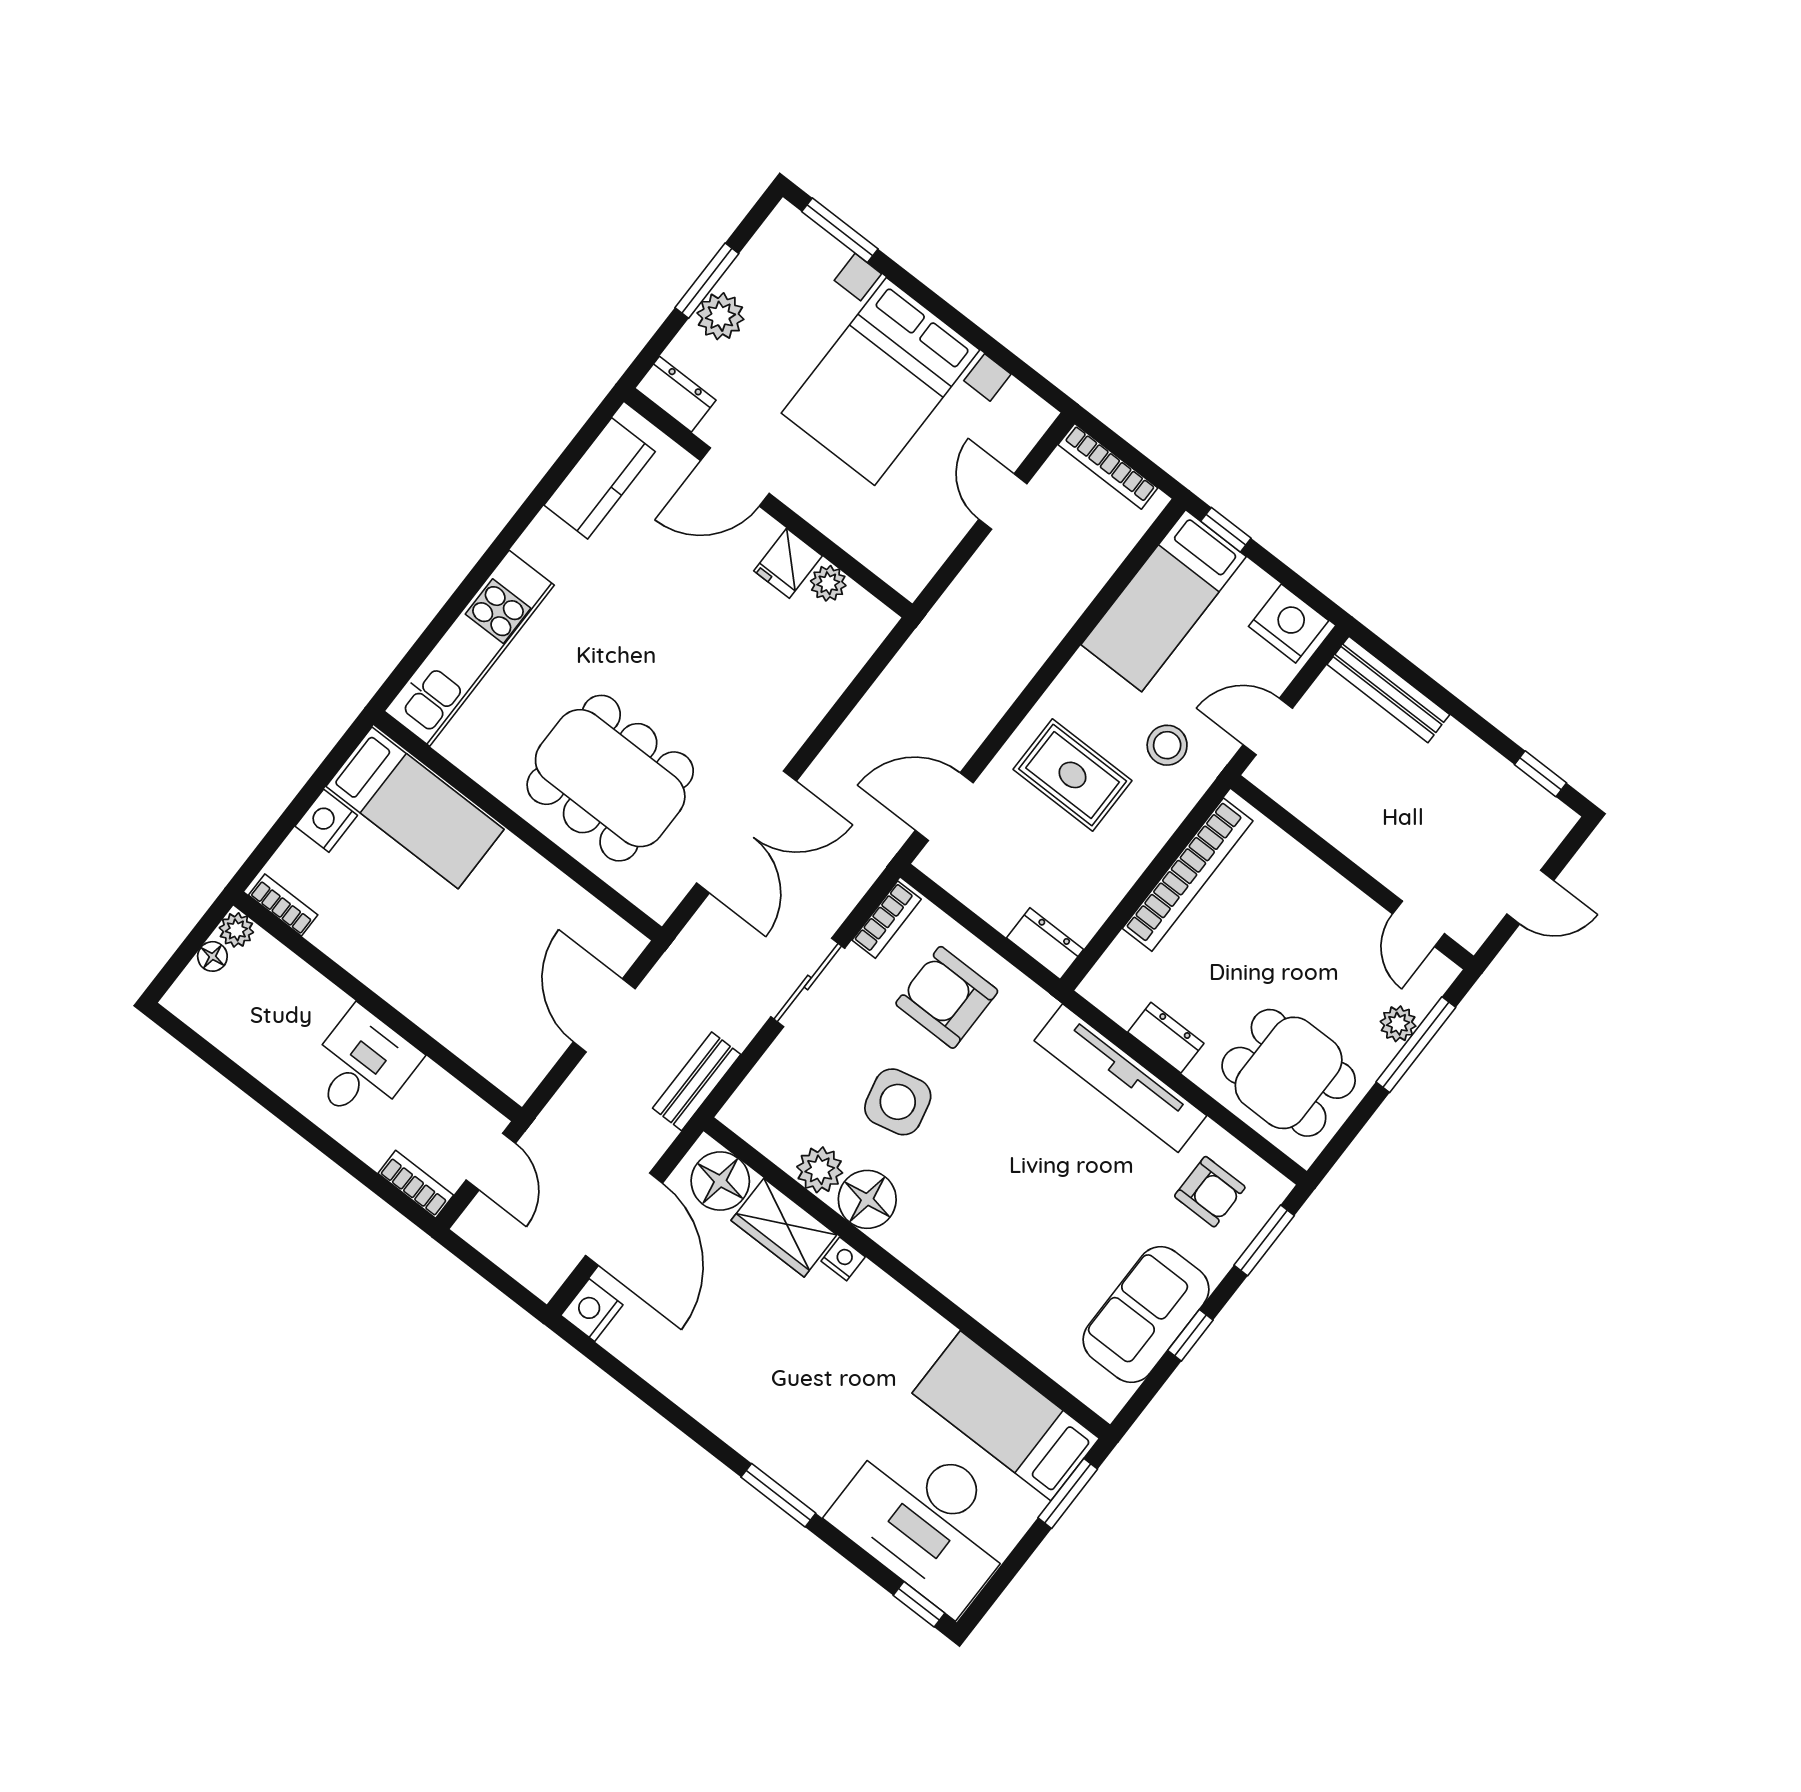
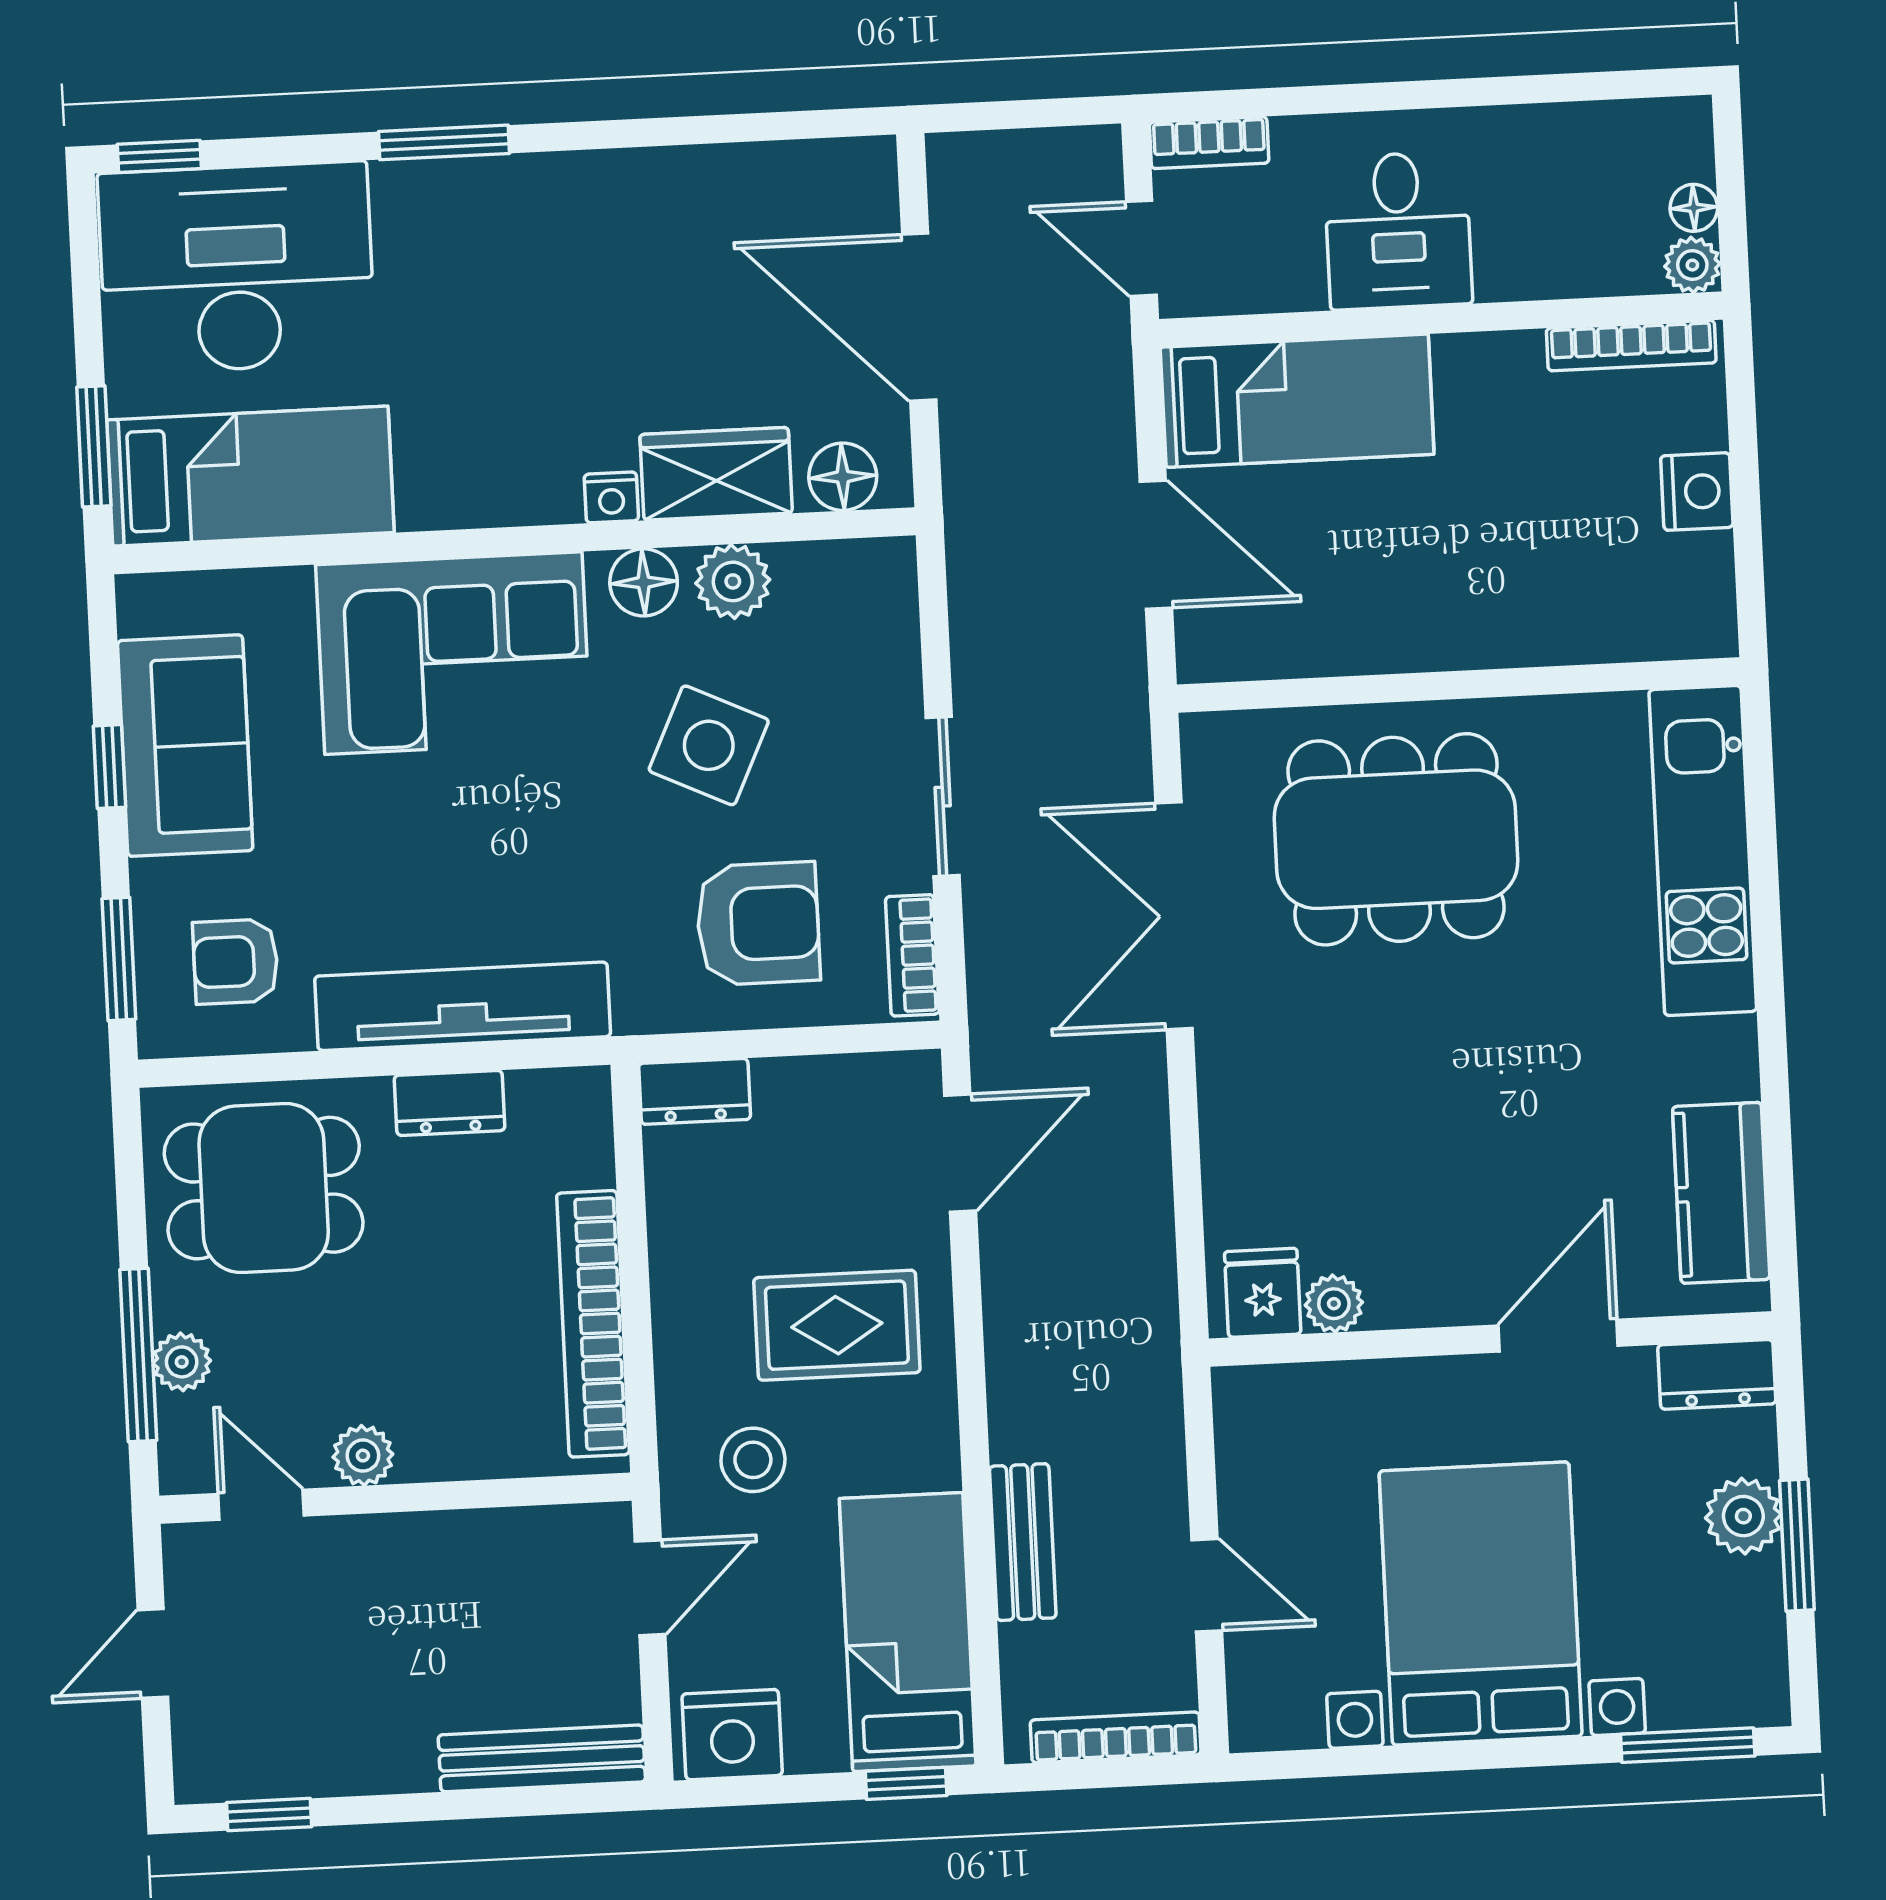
fridge: (788, 563) -> (1263, 1293), moved
bed: (415, 808) -> (1297, 401), moved, turned 180
bookcase: (283, 905) -> (1631, 346), width x1.56
plant: (1350, 906) -> (363, 1456), added
bench: (697, 1081) -> (1023, 1542), moved
side table: (898, 1102) -> (709, 745), turned 38
floor lamp: (720, 1181) -> (843, 477), width x0.73, depth x0.73
floor lamp: (867, 1199) -> (644, 582), width x0.73, depth x0.73
corner sofa: (981, 1249) -> (453, 653), added
nightstand: (592, 1310) -> (864, 173), removed

